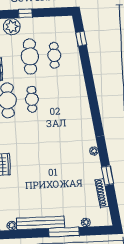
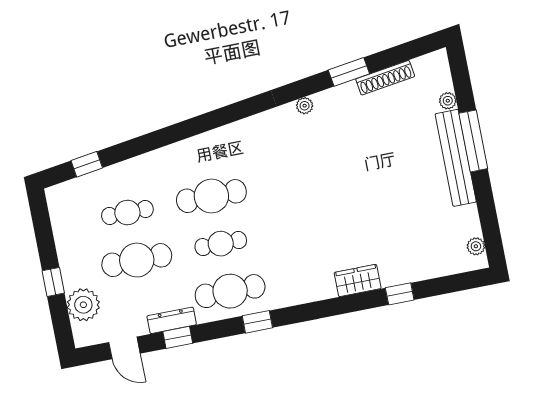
cafe table: (56, 98) -> (211, 196), added
bench: (41, 223) -> (456, 158), moved

